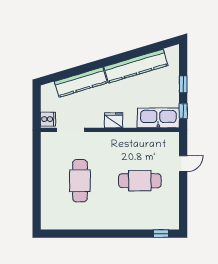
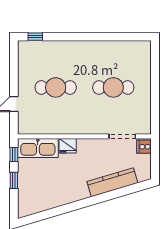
kitchen counter: (136, 66) -> (60, 198), removed
fridge: (114, 120) -> (68, 146), moved
cafe table: (80, 181) -> (113, 87), turned 90

